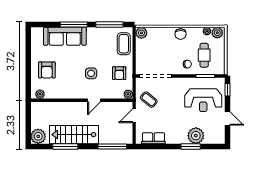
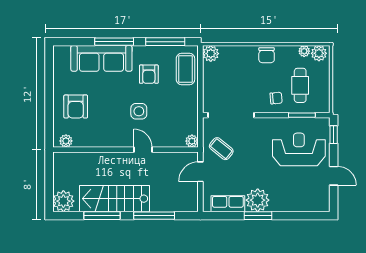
armchair: (119, 73) -> (149, 74), moved
door: (94, 100) -> (143, 150), swing flipped
reception desk: (203, 100) -> (299, 149), turned 180
plant: (196, 136) -> (258, 200), moved
window: (112, 146) -> (154, 216), moved
window: (191, 146) -> (258, 216), moved

